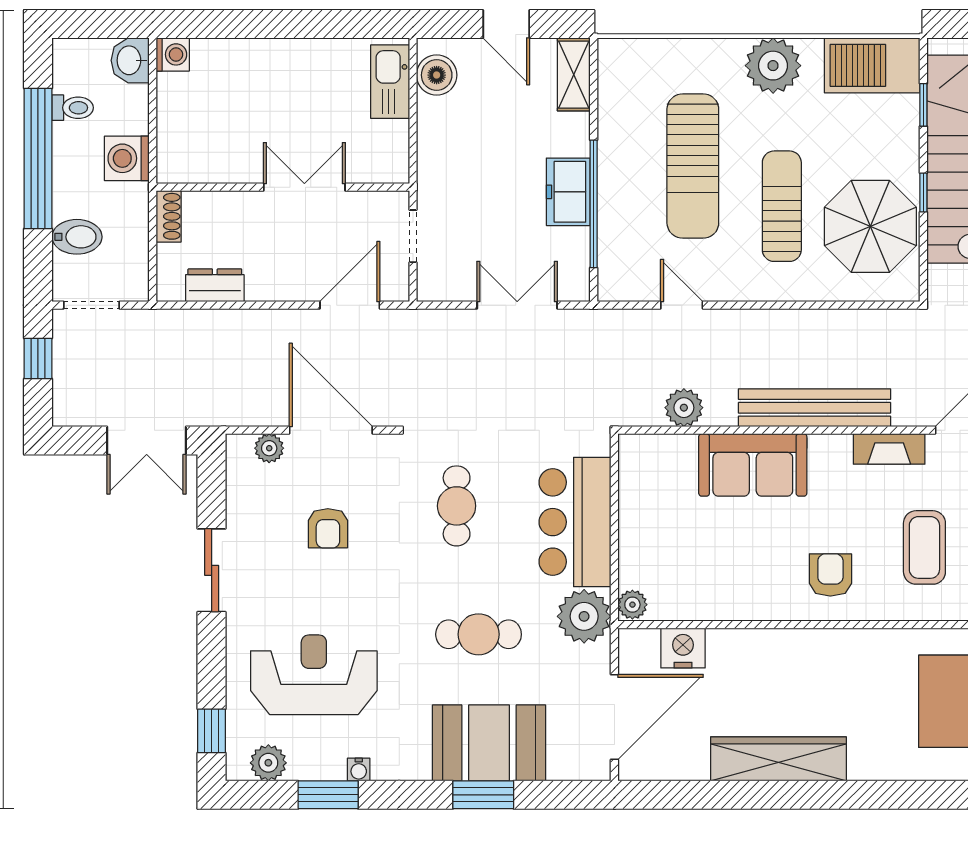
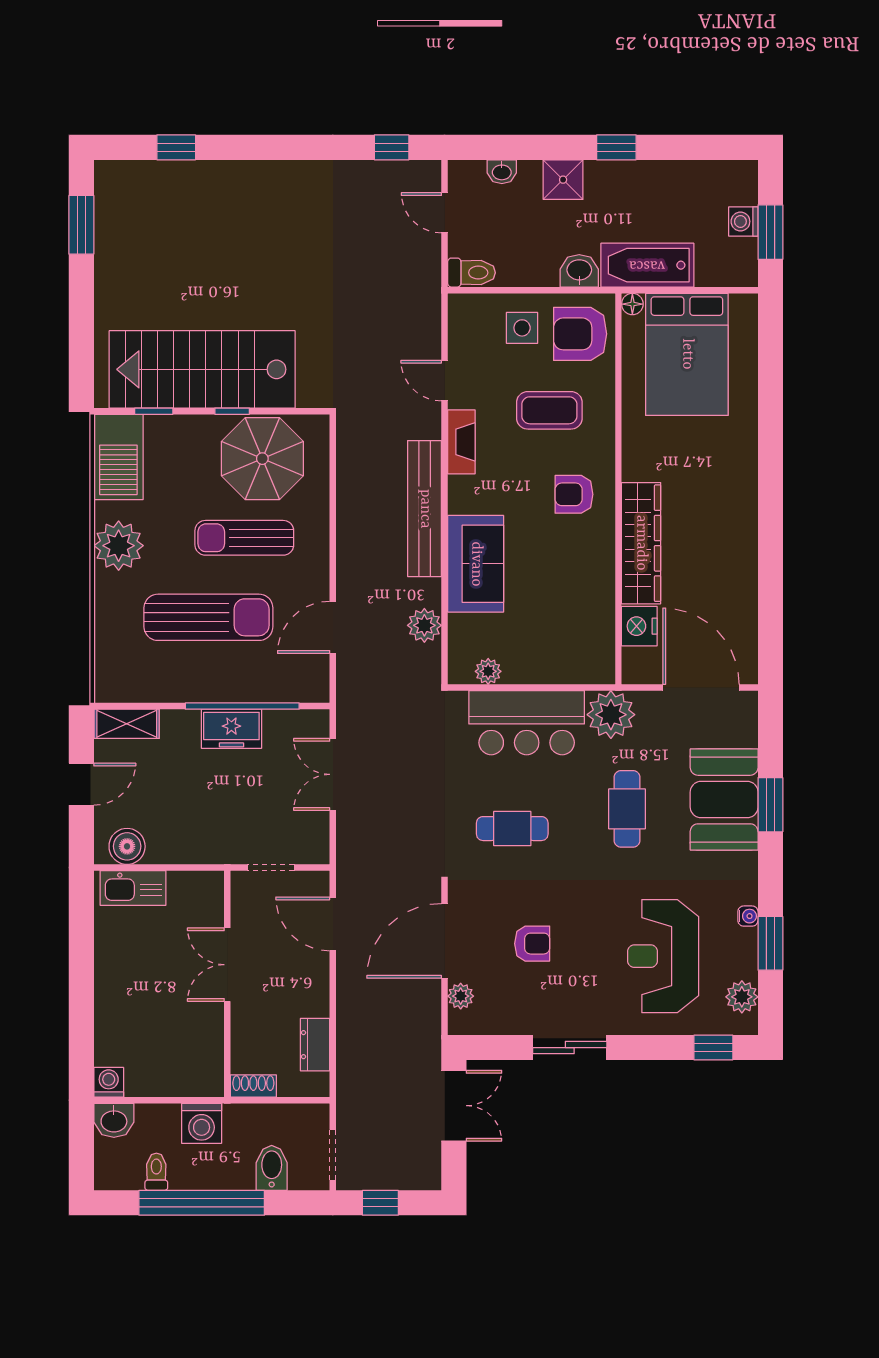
door: (682, 305) -> (333, 627), width x1.38
plant: (632, 605) -> (488, 671), moved
wardrobe: (778, 759) -> (641, 543), moved, turned 180

